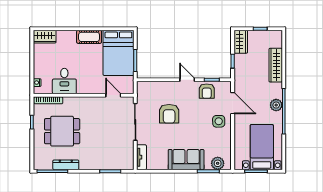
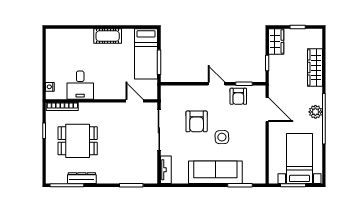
wardrobe: (45, 37) -> (58, 36), removed
bed: (118, 53) -> (146, 54), width x0.67
side table: (219, 121) -> (222, 137), moved
sofa: (186, 160) -> (215, 172), width x1.36
plant: (218, 163) -> (250, 177), removed

